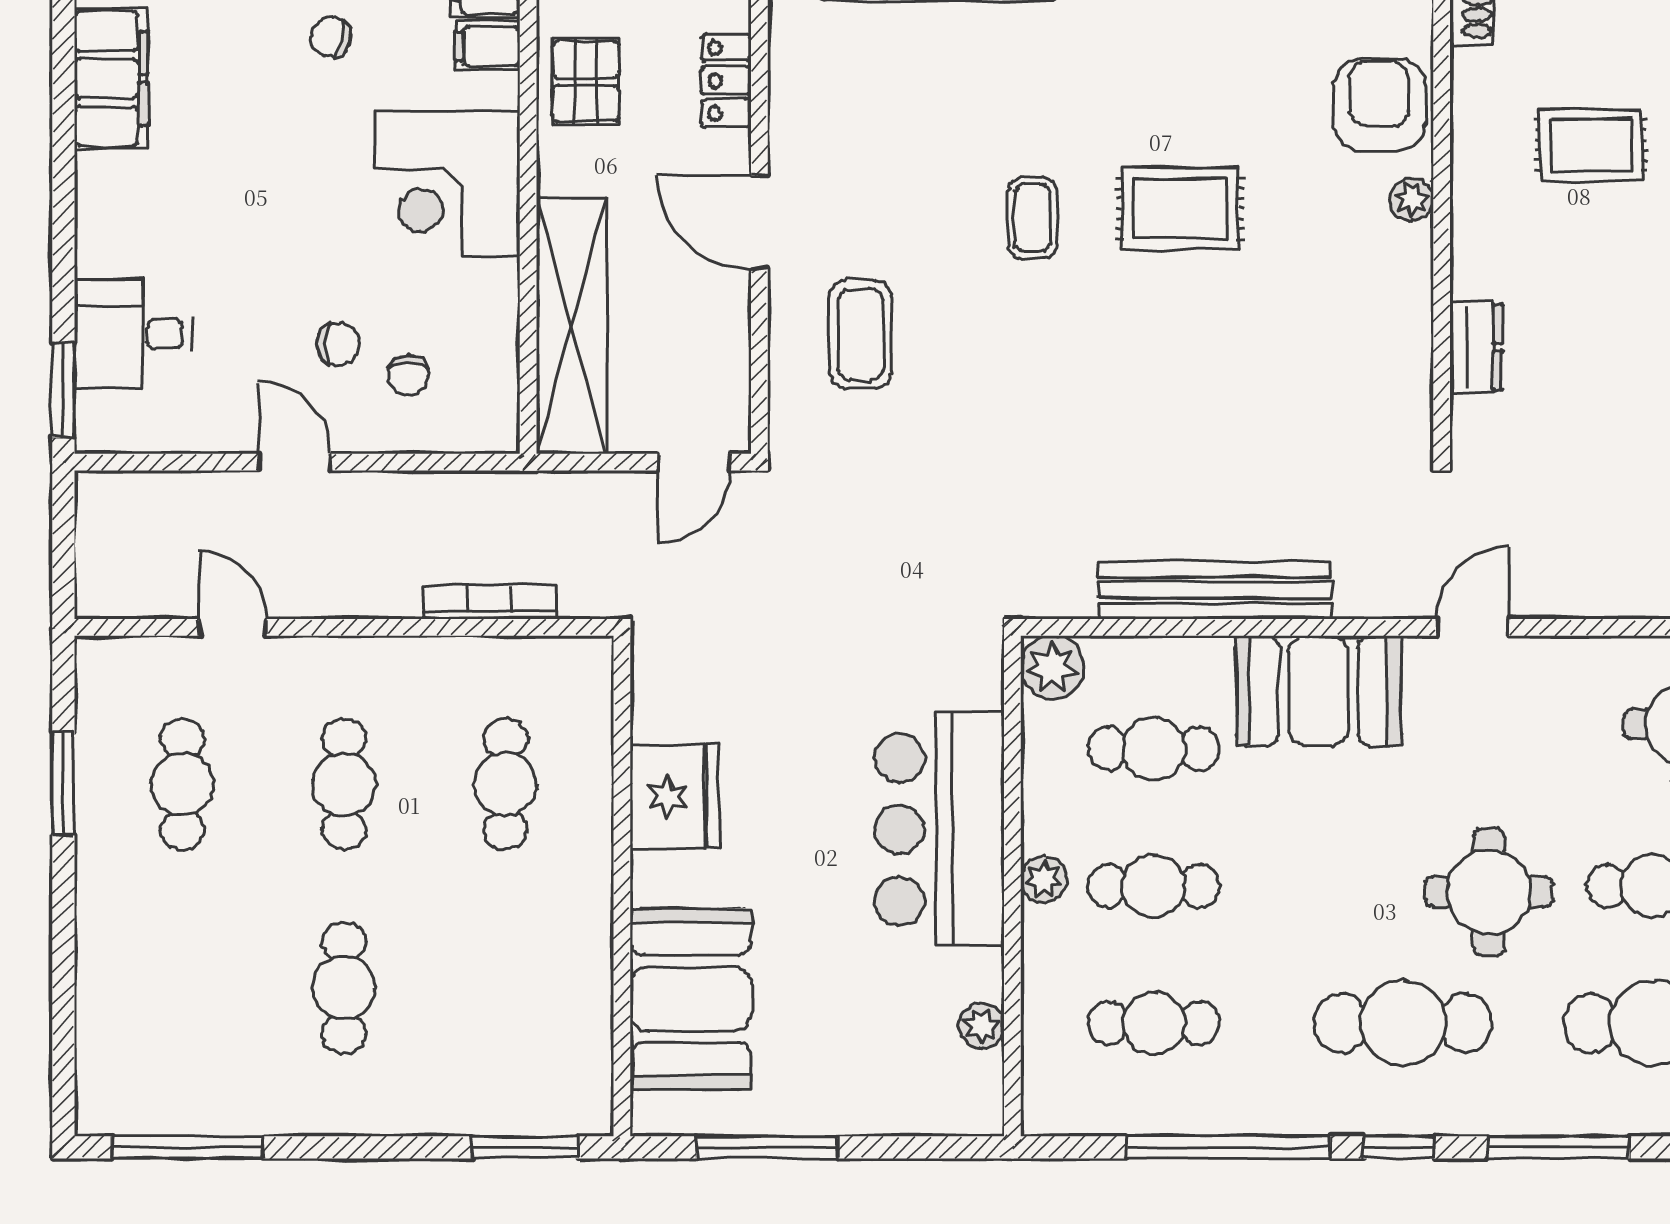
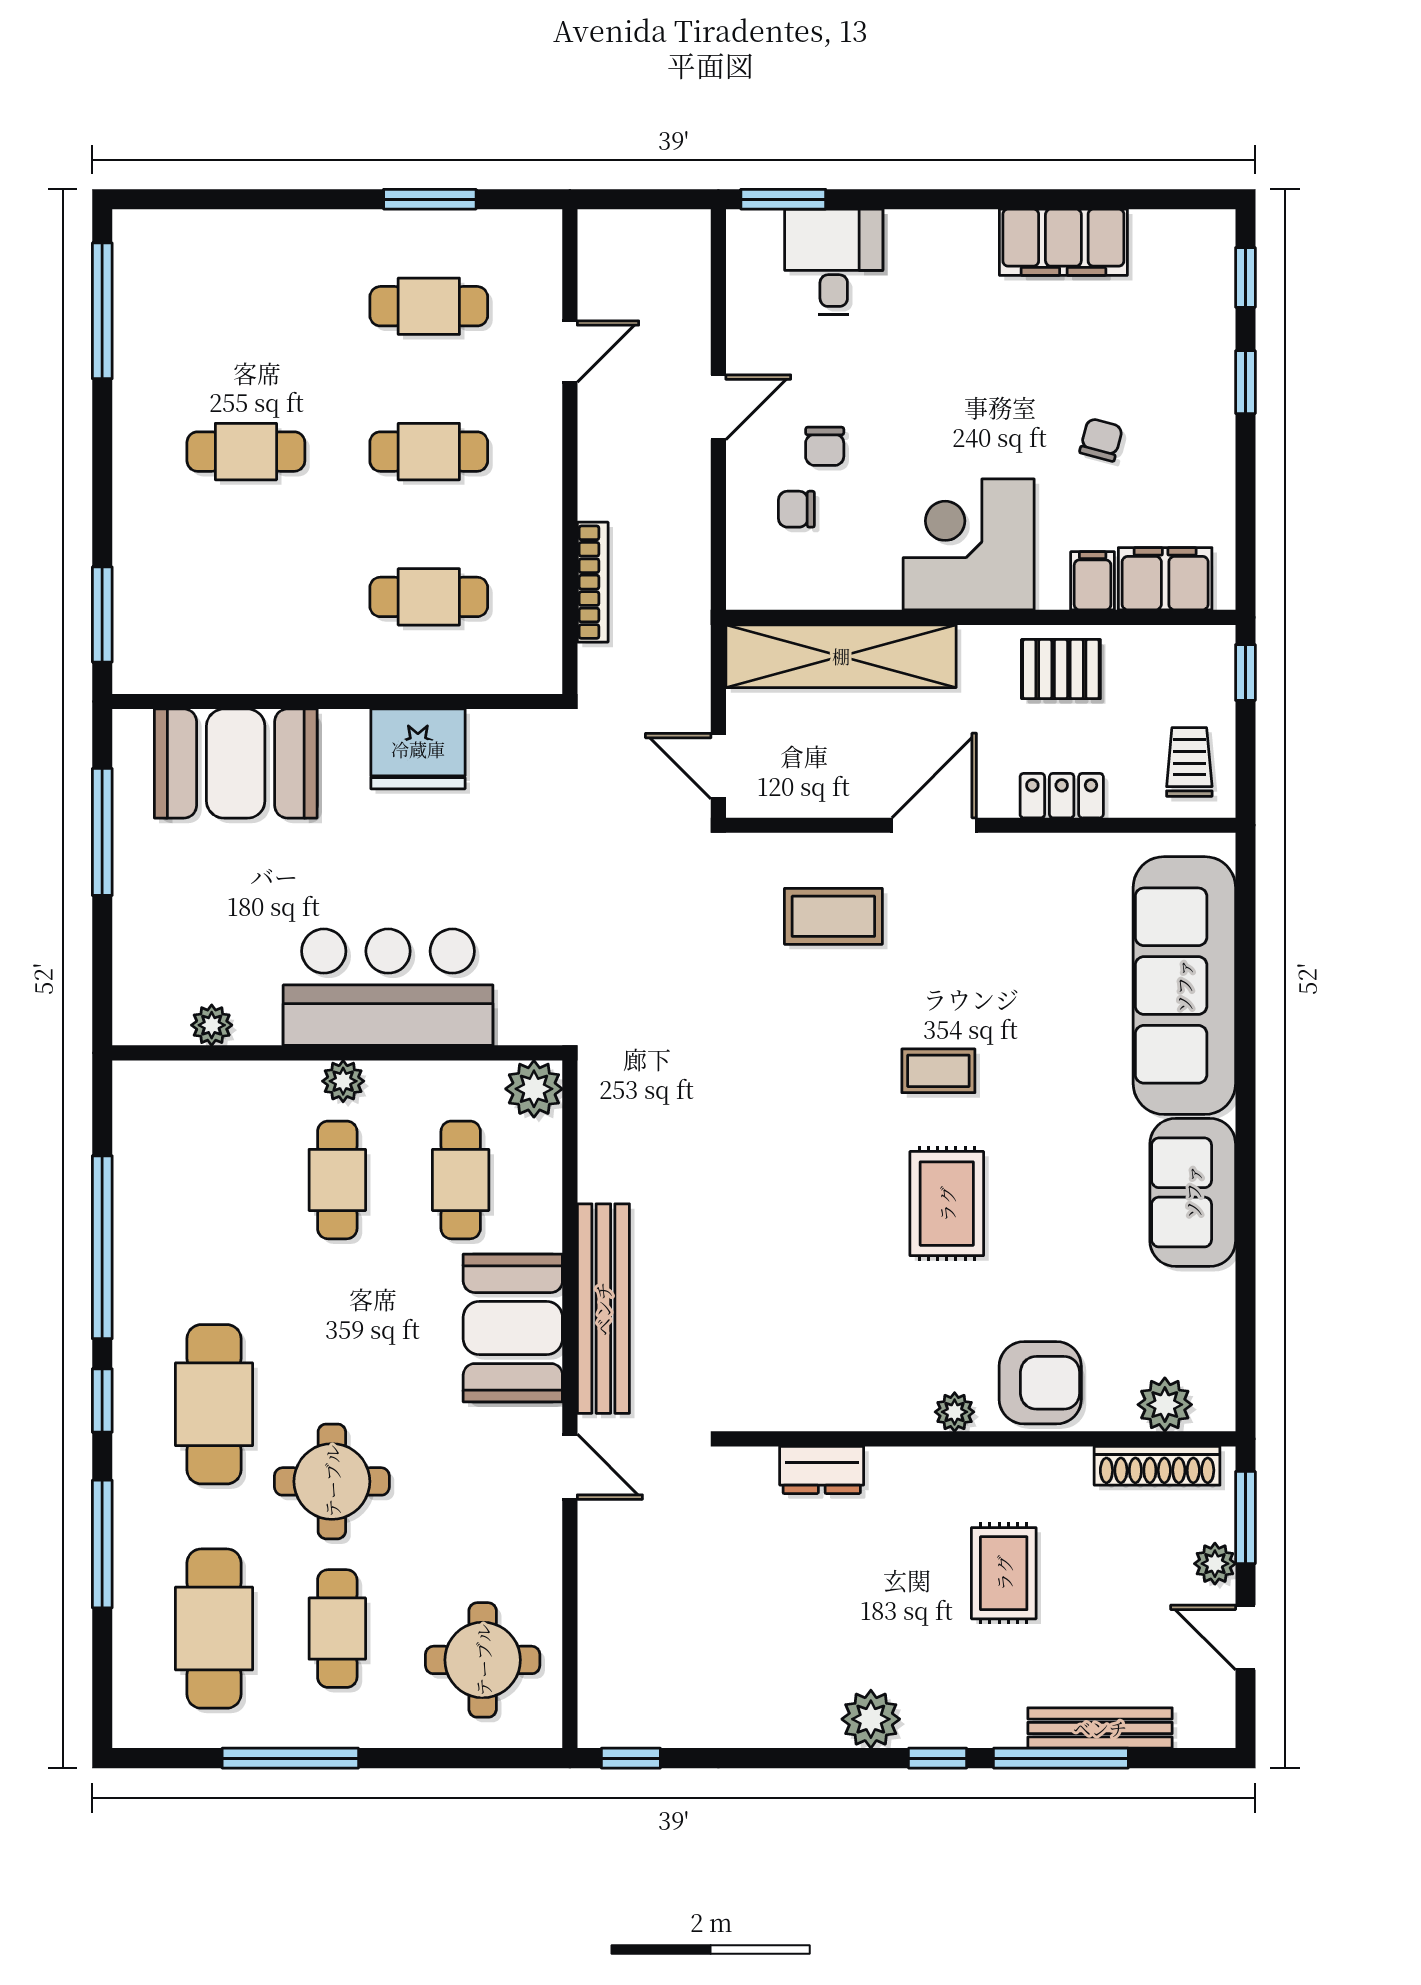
bench: (1215, 590) -> (603, 1309), moved
cafe table: (1154, 1023) -> (214, 1180), removed

